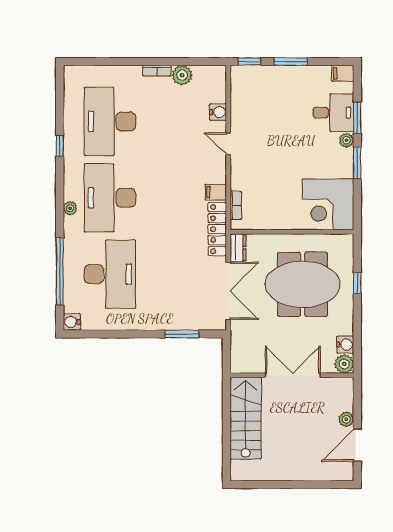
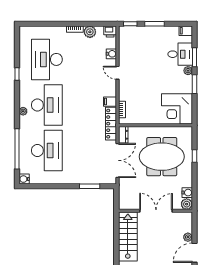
printer: (216, 75) -> (110, 31), added
desk: (110, 198) -> (47, 105), turned 180

